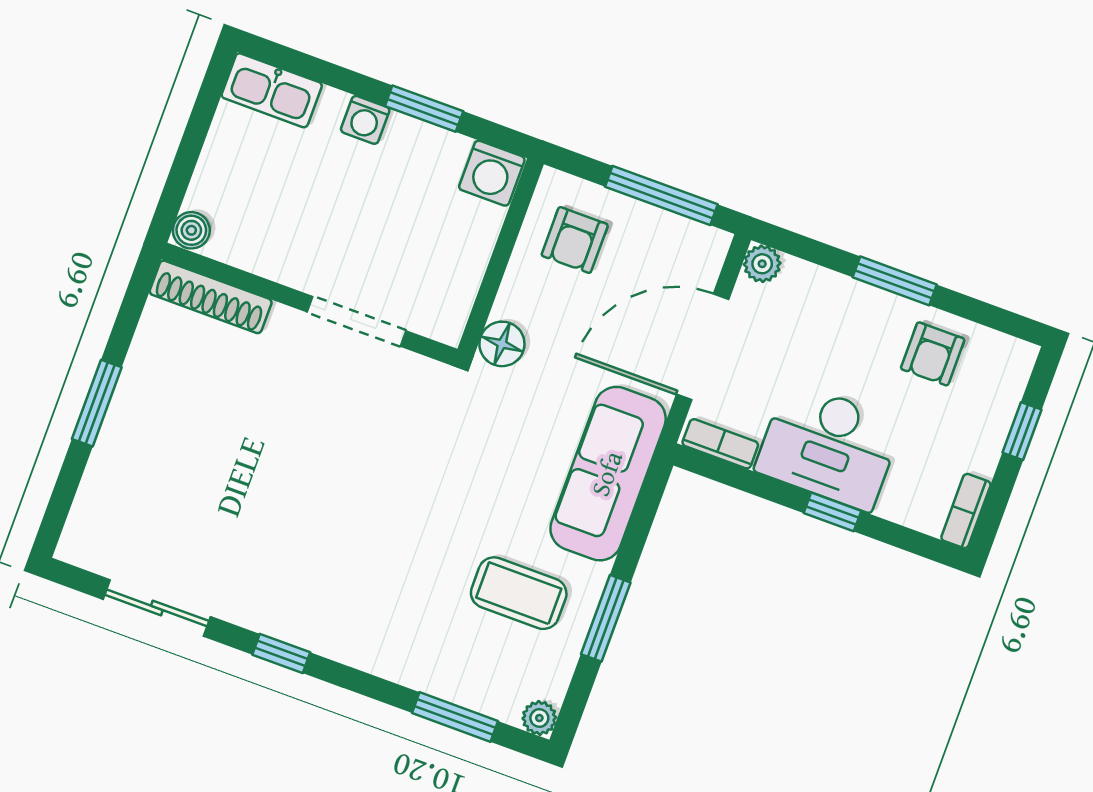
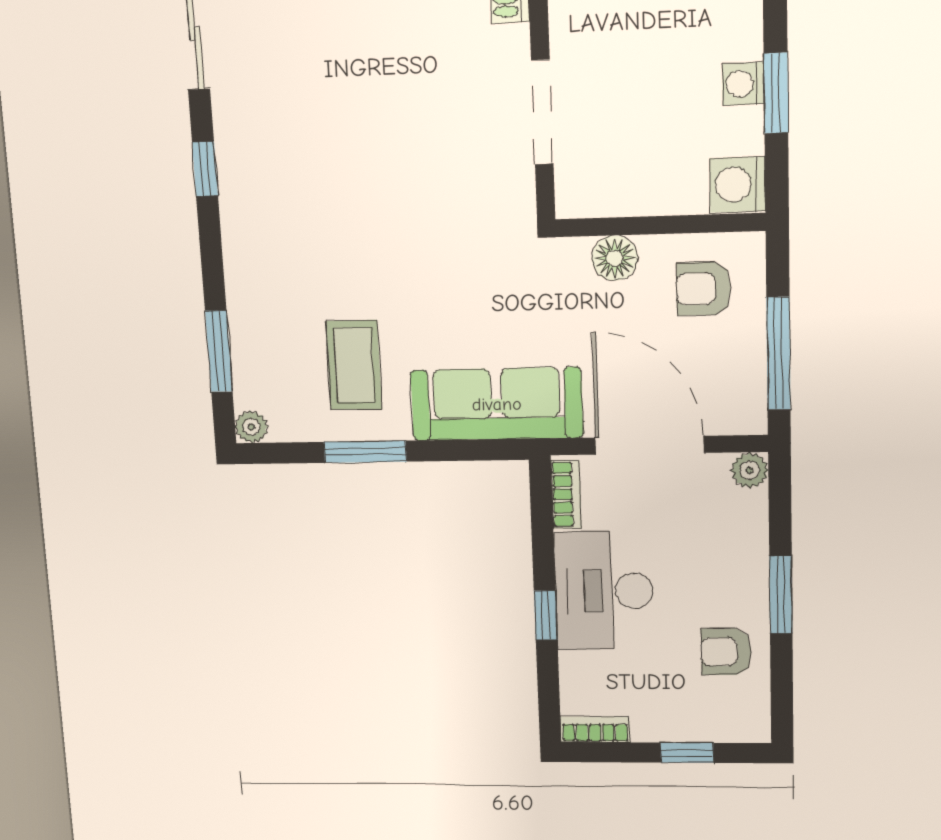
washing machine: (365, 120) -> (743, 84), moved
floor lamp: (502, 344) -> (615, 258), moved

